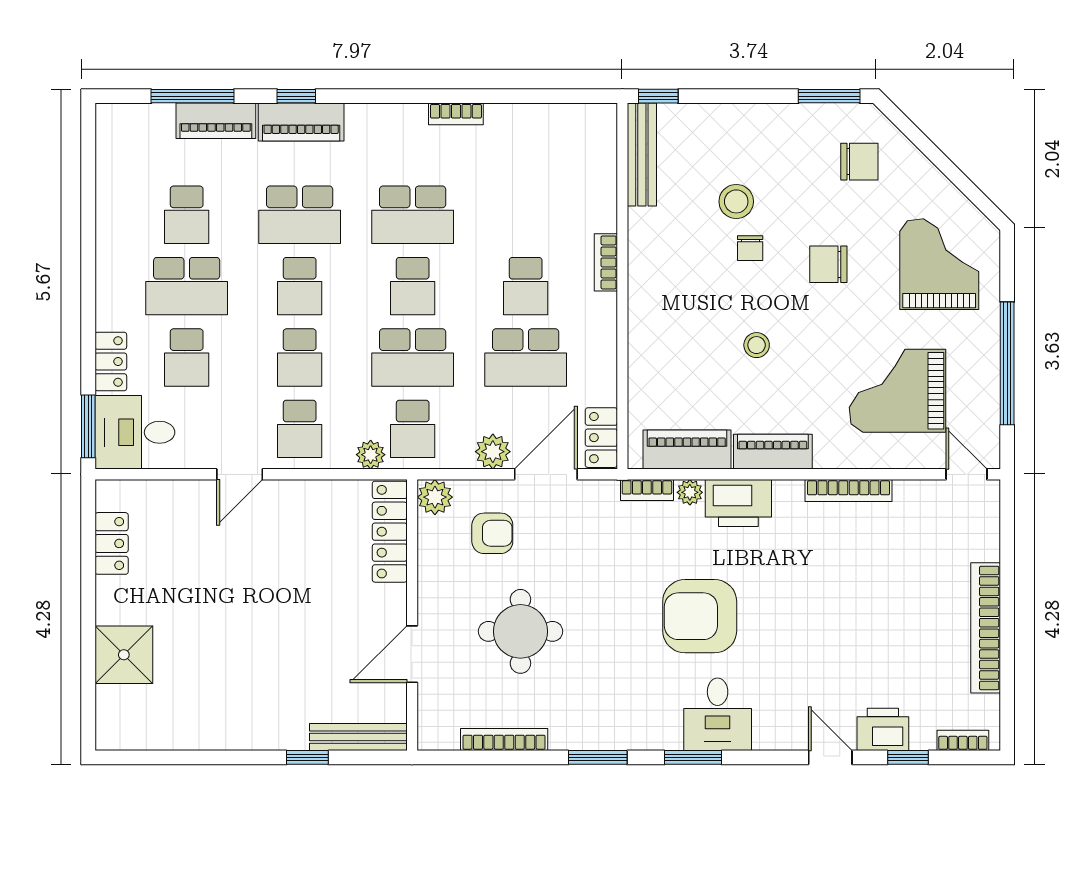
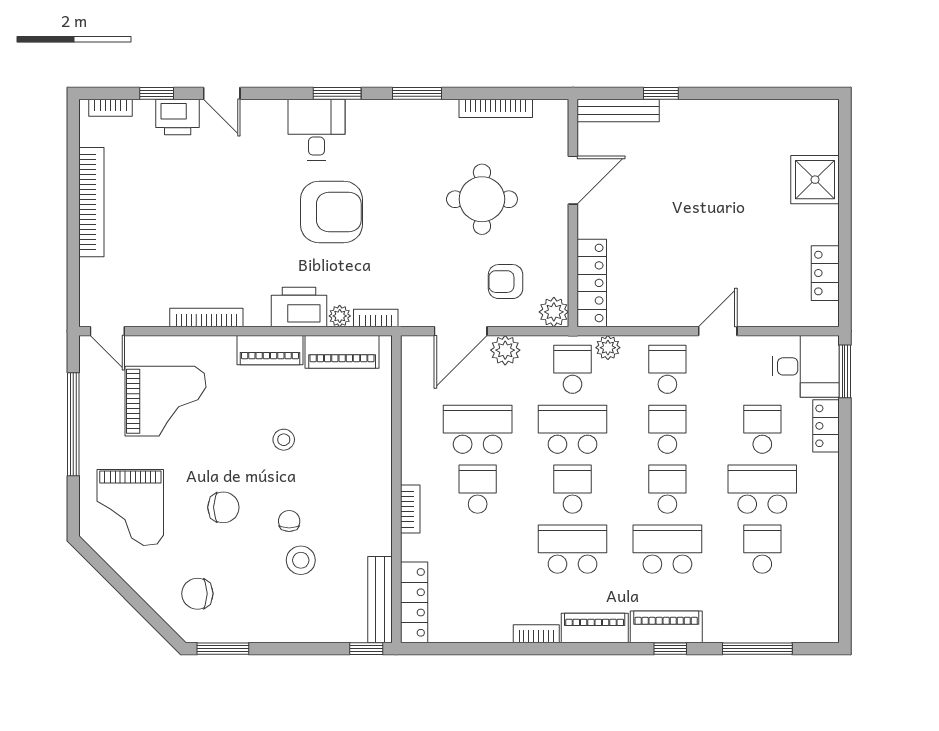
piano: (216, 121) -> (595, 628), moved
locker: (601, 438) -> (414, 602), moved, width x1.53

